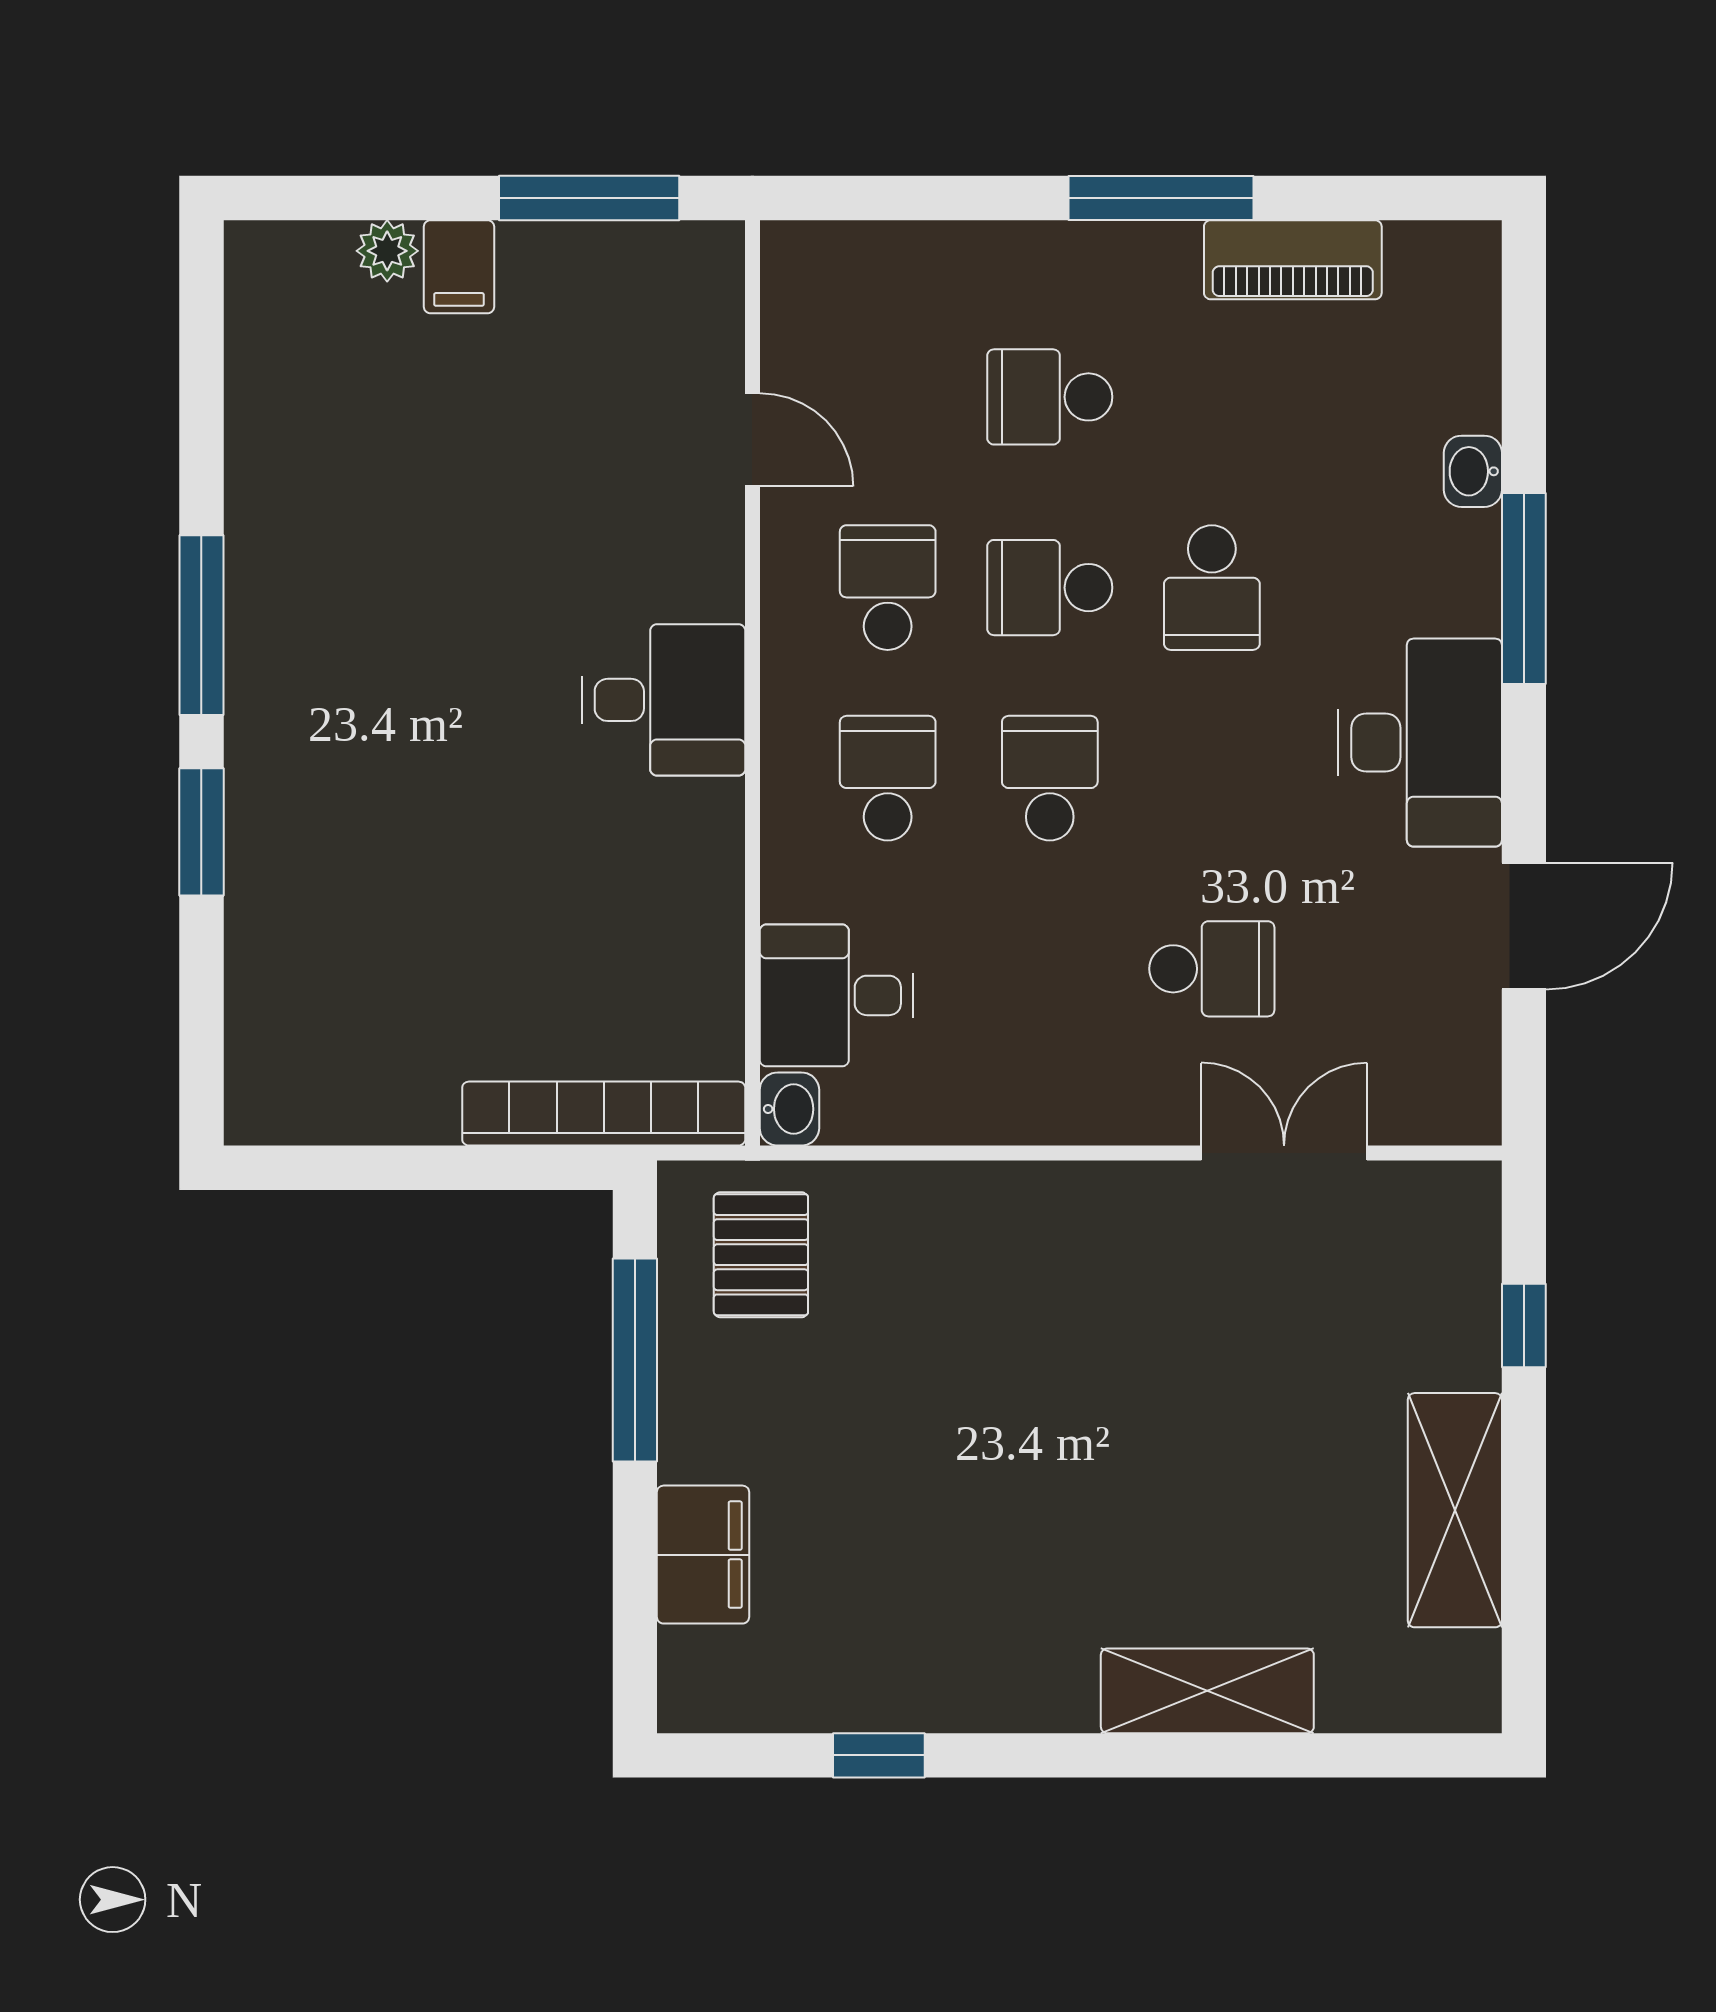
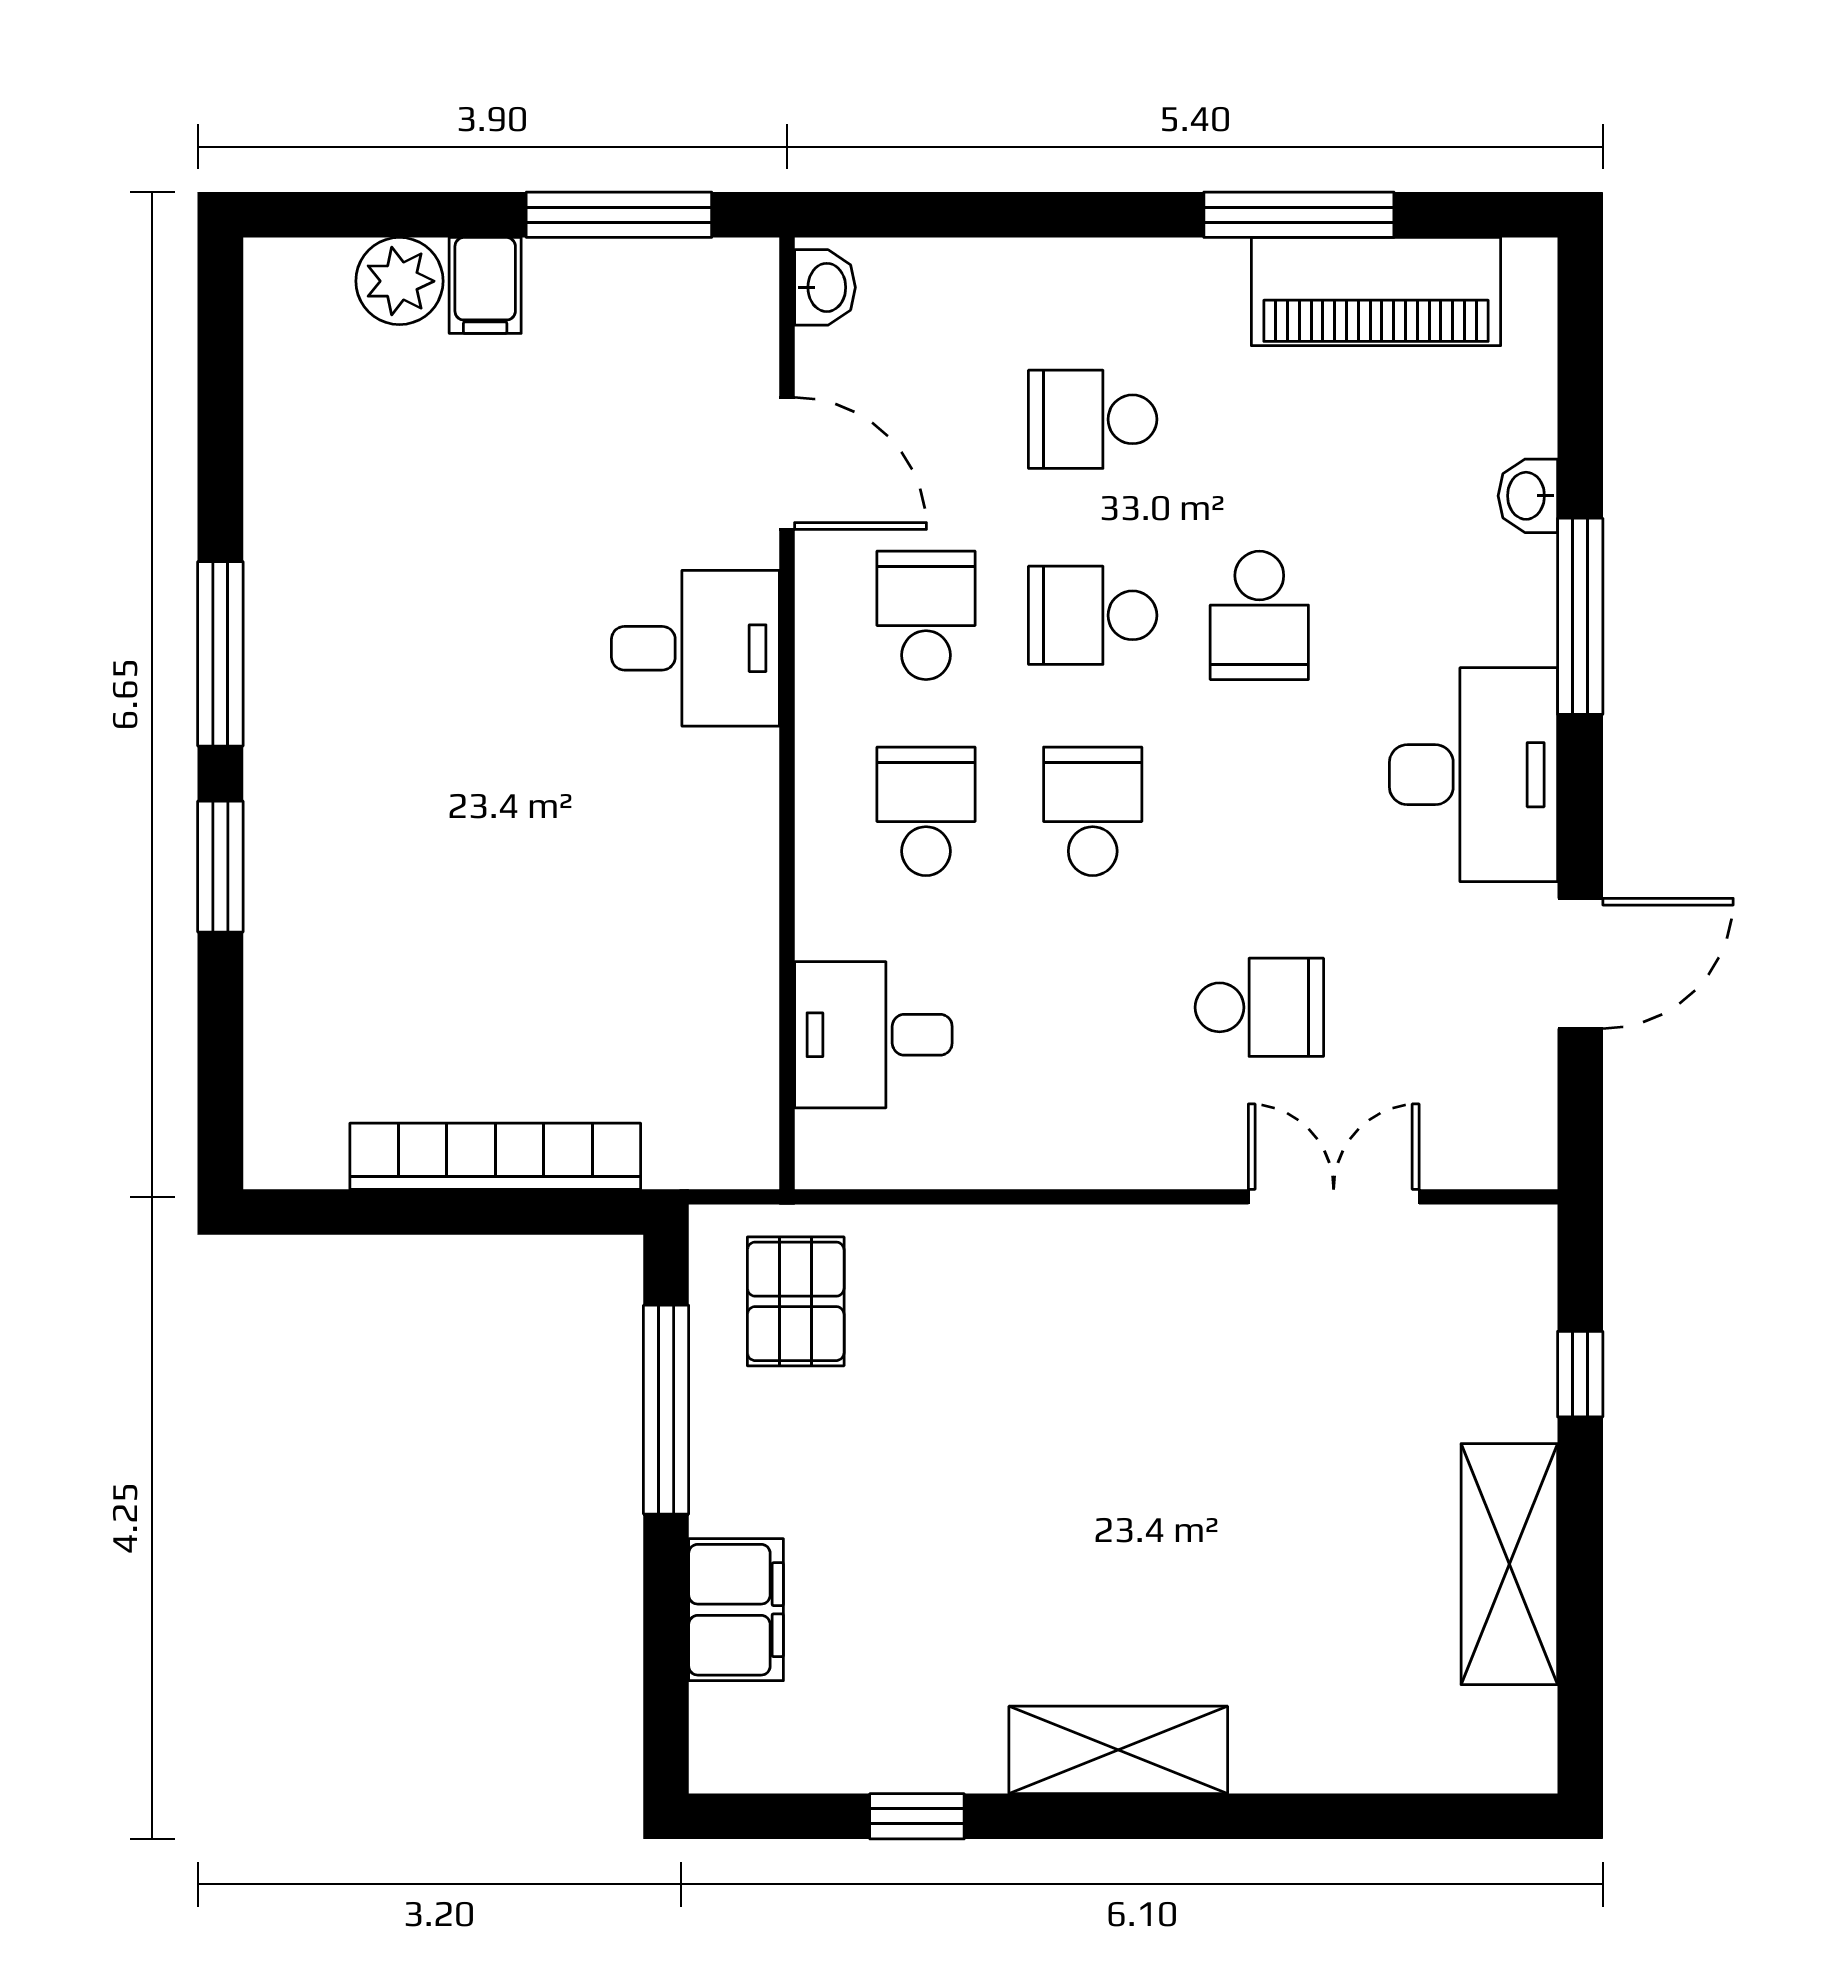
window: (1161, 198) -> (1299, 215), moved
plant: (387, 251) -> (399, 281), width x1.38, depth x1.38
piano: (1293, 260) -> (1376, 292), width x1.37, depth x1.33
door: (752, 440) -> (787, 463), width x1.38
desk: (663, 700) -> (695, 648), moved
washbasin: (789, 1109) -> (825, 287), moved
bookcase: (604, 1114) -> (495, 1156), moved
shelving: (1207, 1691) -> (1118, 1750), moved

